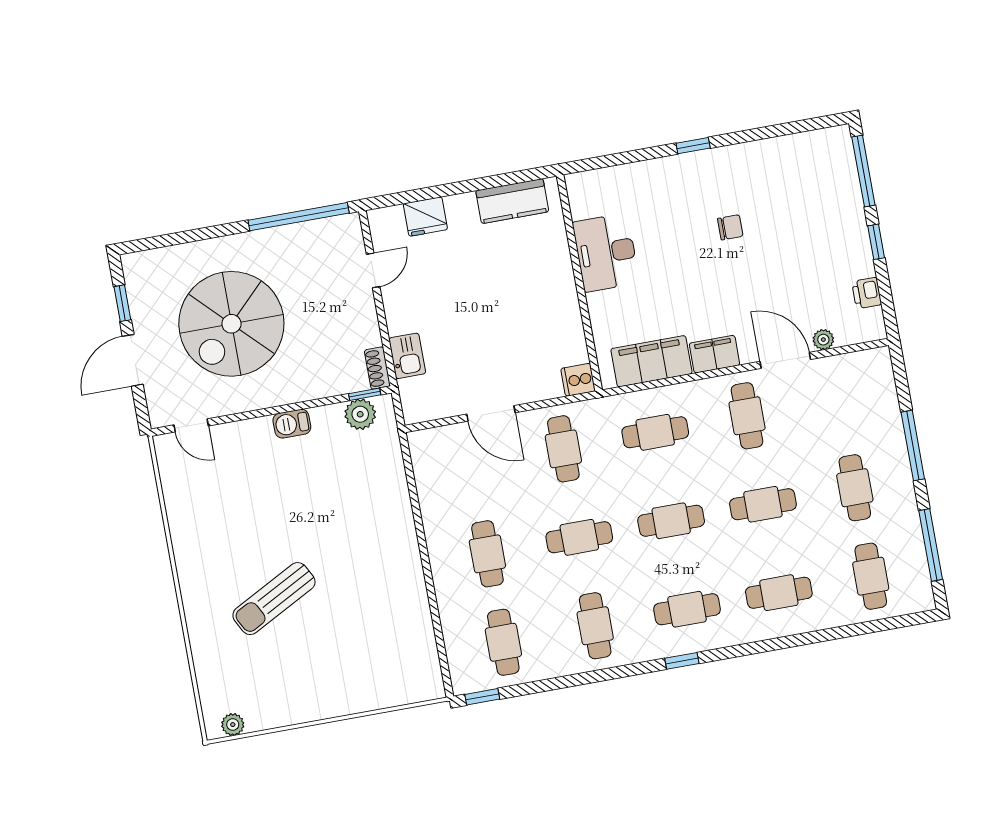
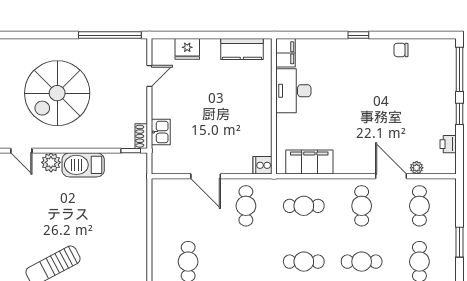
chair: (730, 227) -> (401, 50), moved, turned 180
filing cabinet: (714, 354) -> (286, 53), moved, turned 90
plant: (360, 414) -> (51, 162), moved
barbecue: (292, 424) -> (83, 165), width x1.88, depth x1.53
window: (913, 445) -> (459, 242), width x0.69
cafe table: (579, 537) -> (419, 206), moved, turned 90

